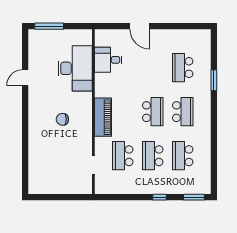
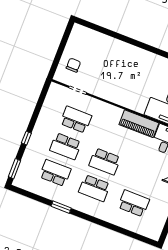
window: (214, 80) -> (61, 207), moved
piano: (103, 117) -> (139, 124), moved
chair: (62, 119) -> (73, 65), moved
school desk: (153, 156) -> (66, 146), turned 180

